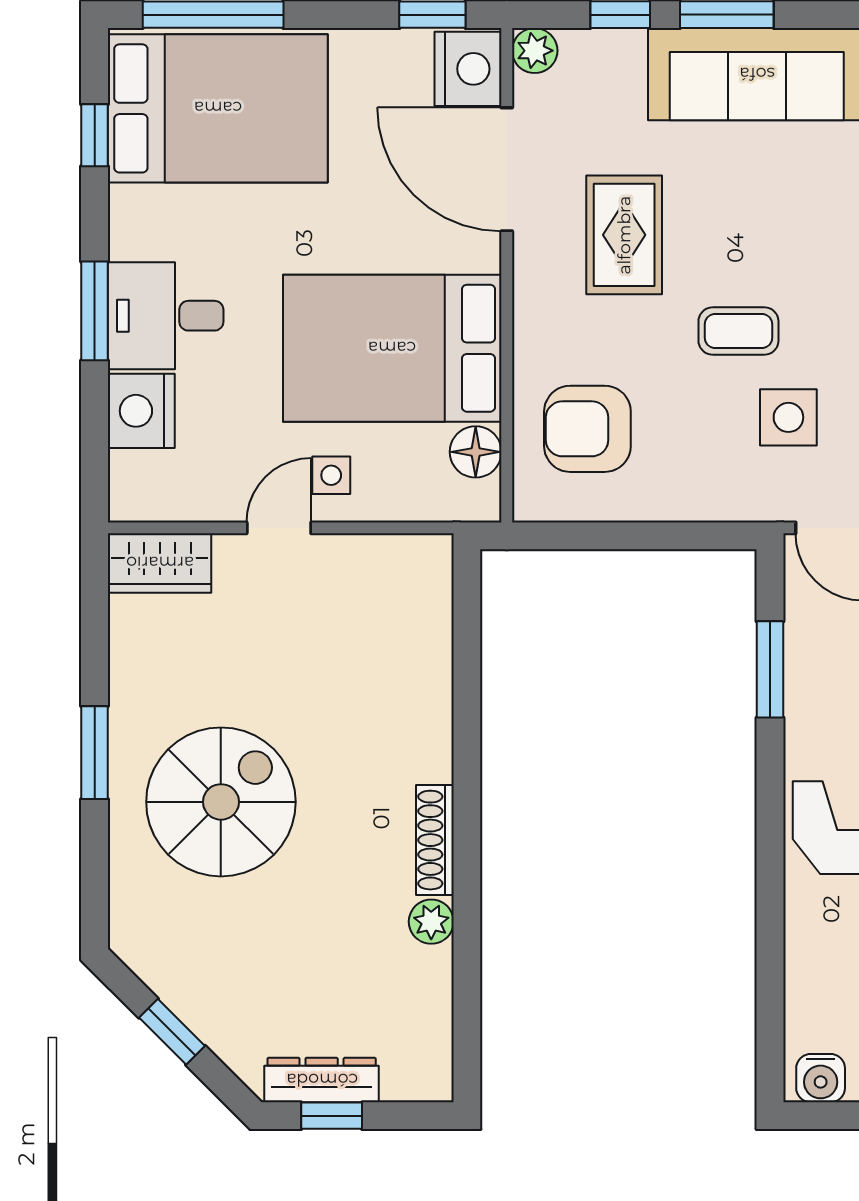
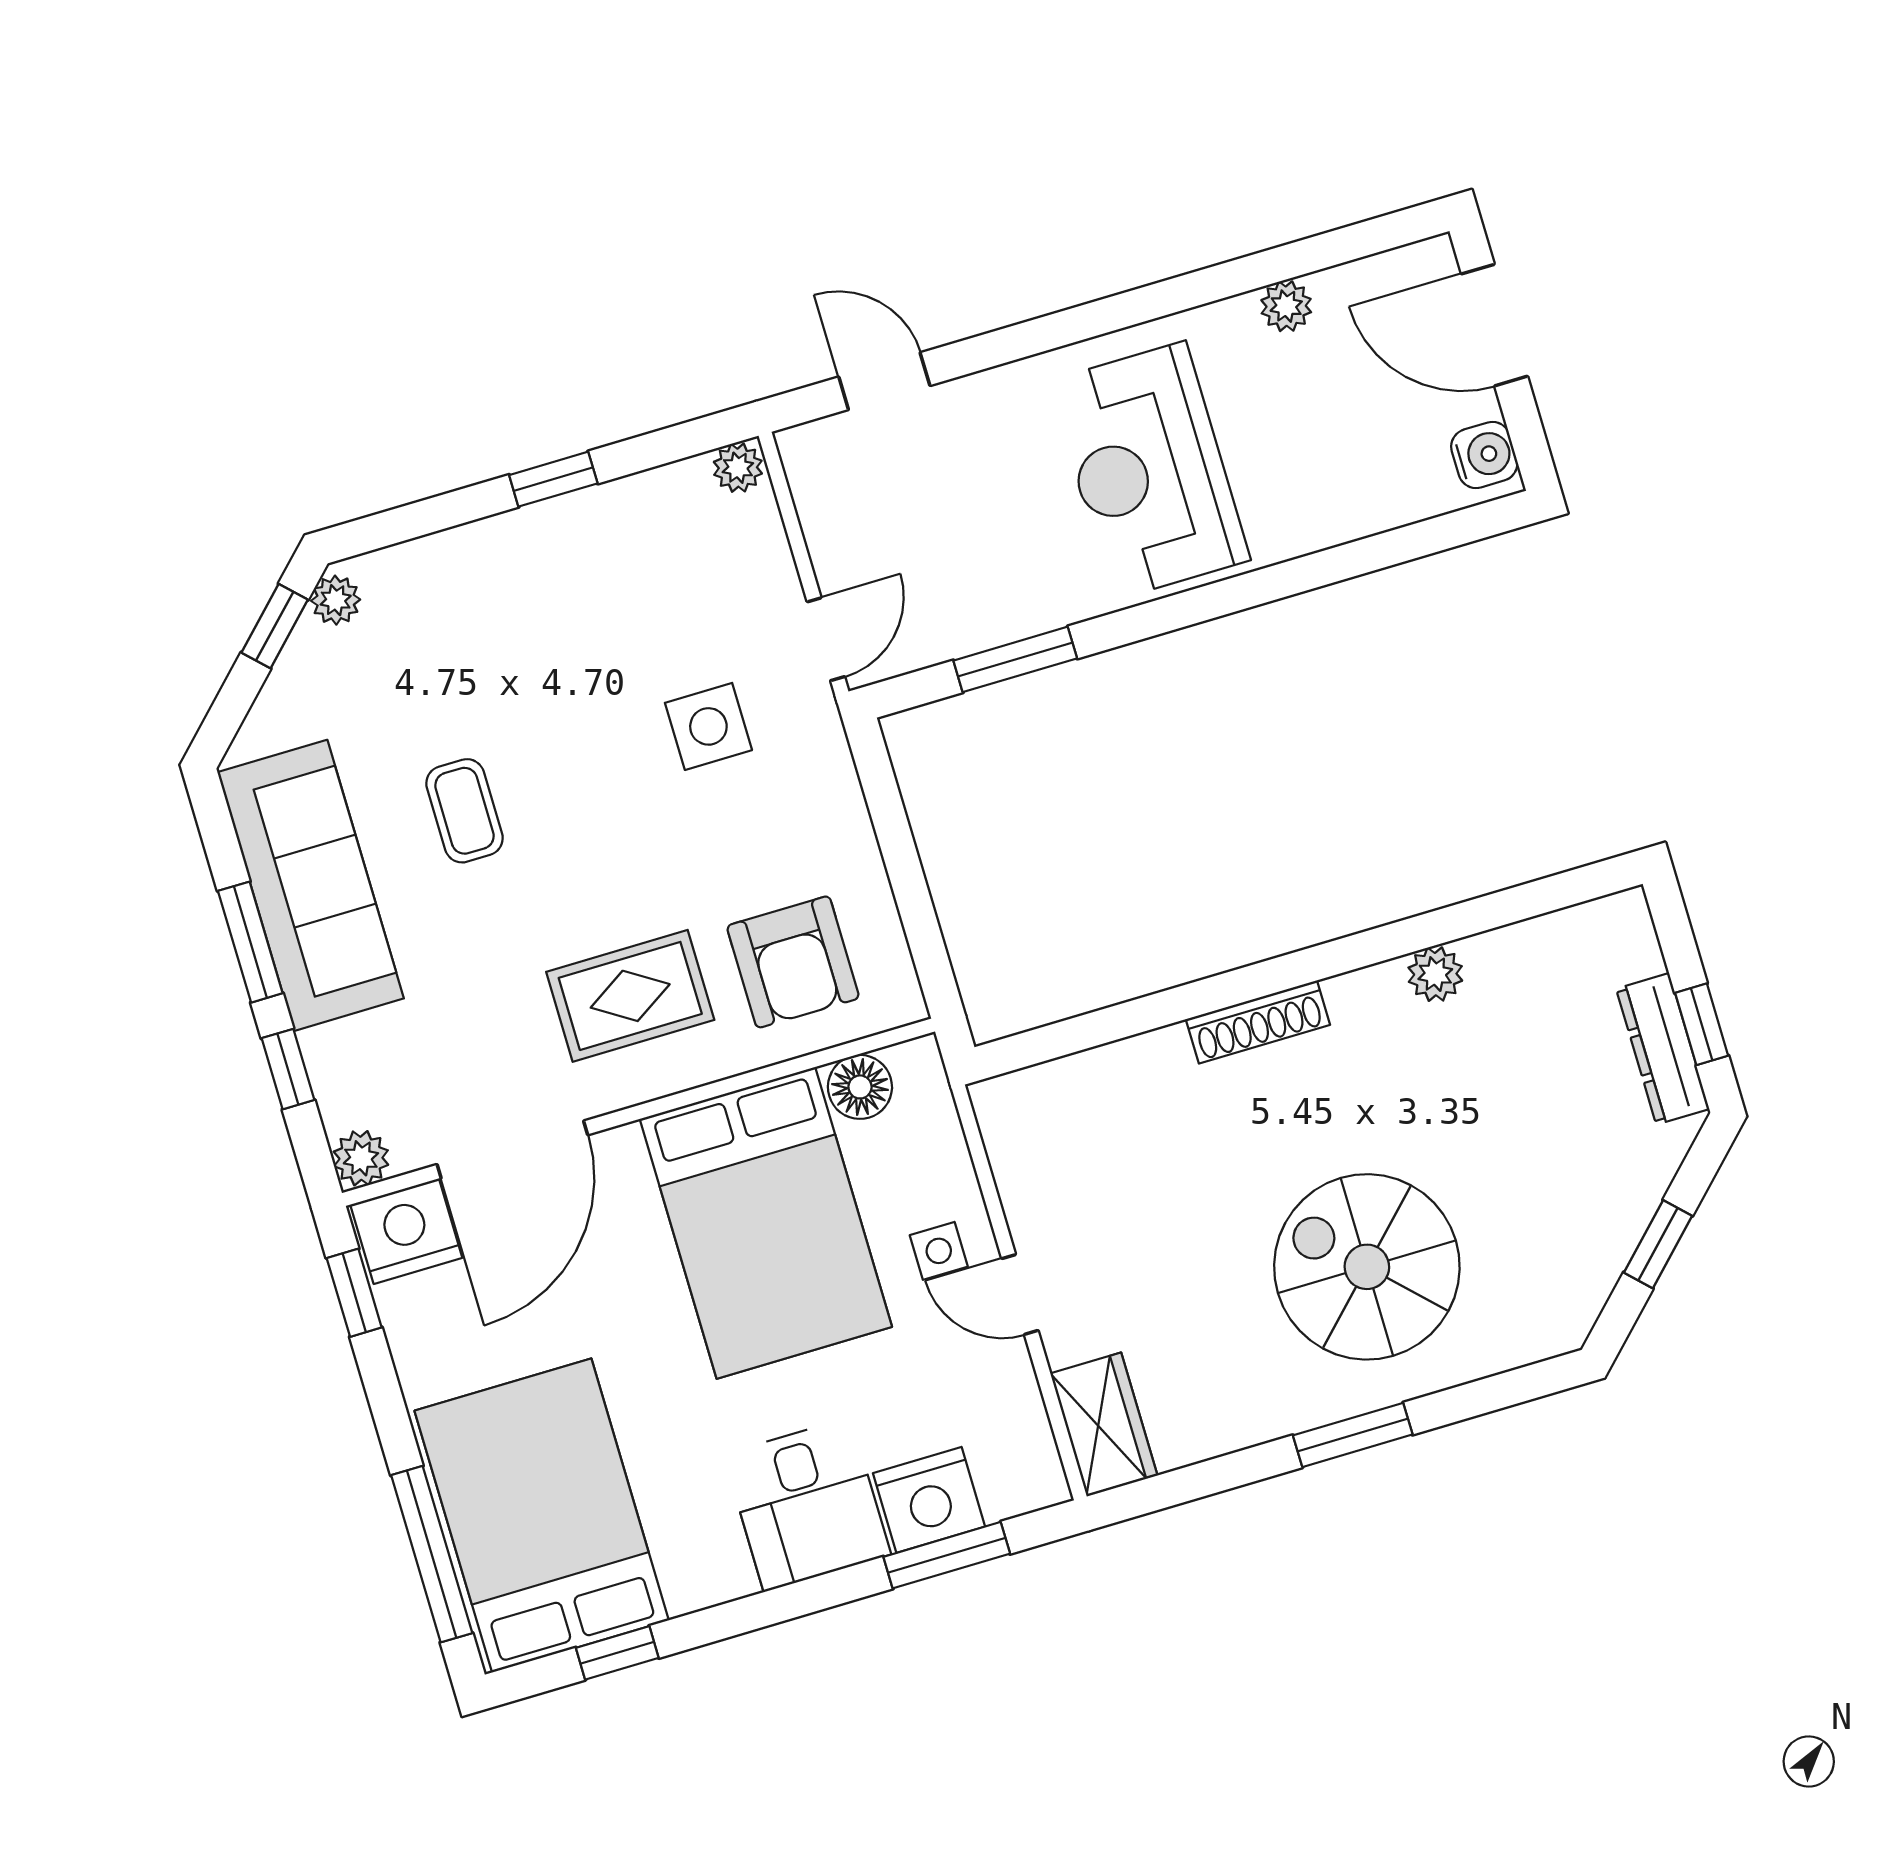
rug: (624, 235) -> (630, 996), moved
window: (95, 311) -> (947, 1555), moved
coffee table: (738, 331) -> (465, 811), moved
shoe rack: (435, 840) -> (1258, 1022), moved

